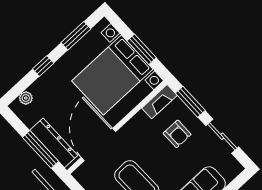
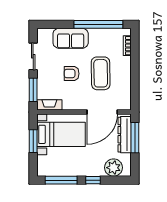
window: (76, 36) -> (61, 180), width x1.44
bed with nightstands: (112, 75) -> (61, 134), width x0.73
plant: (26, 98) -> (114, 168), width x1.88, depth x1.88
armchair: (177, 134) -> (72, 74), moved, turned -90

